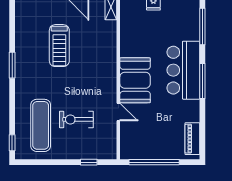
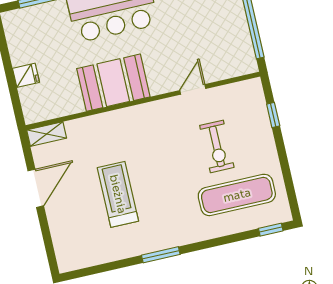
treadmill: (59, 46) -> (118, 194), turned -90
booth: (135, 80) -> (113, 83), moved

